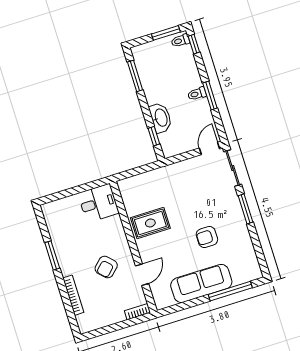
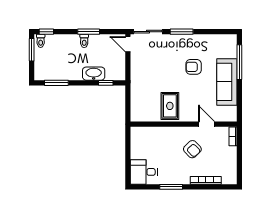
desk: (98, 203) -> (144, 172), moved, turned -90
armchair: (207, 237) -> (194, 67), turned 90

